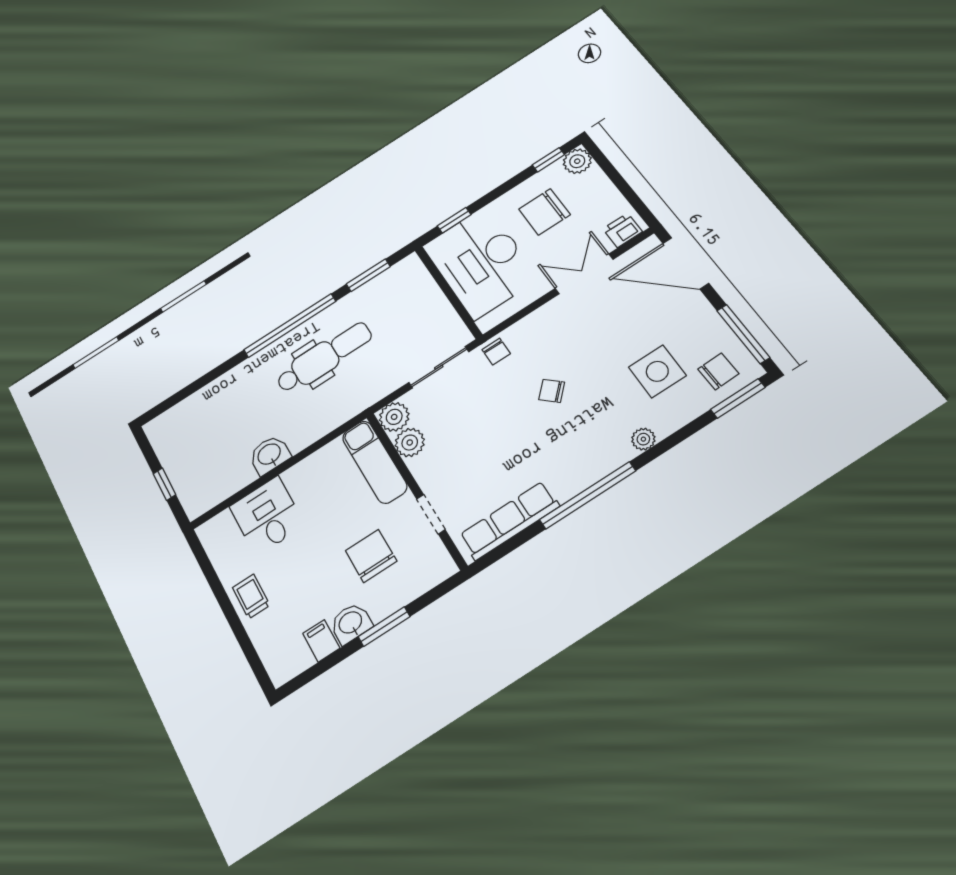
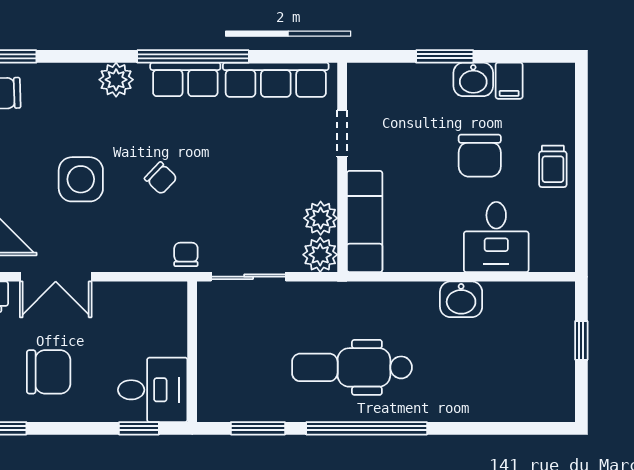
desk: (480, 262) -> (153, 390), width x0.53, depth x0.77
side table: (657, 371) -> (81, 179), moved
plant: (643, 439) -> (116, 80), width x1.38, depth x1.38
row of seats: (582, 474) -> (185, 79), added
chair: (371, 556) -> (480, 156), moved

